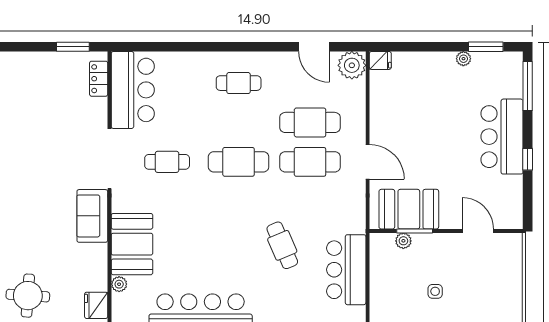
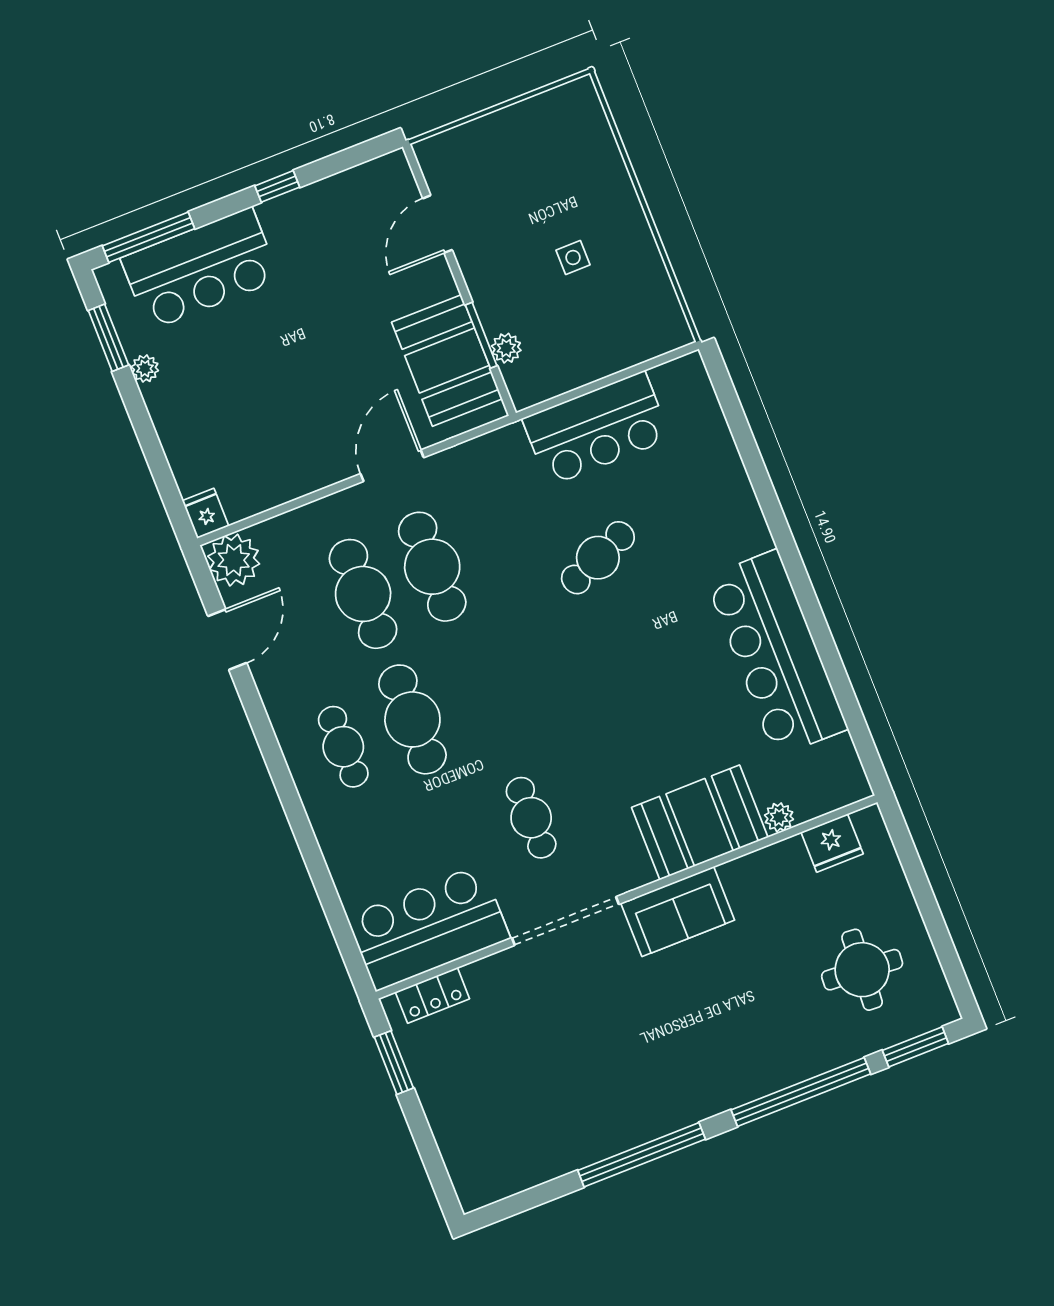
bar counter: (502, 137) -> (200, 269), moved
cafe table: (239, 162) -> (412, 719), moved

